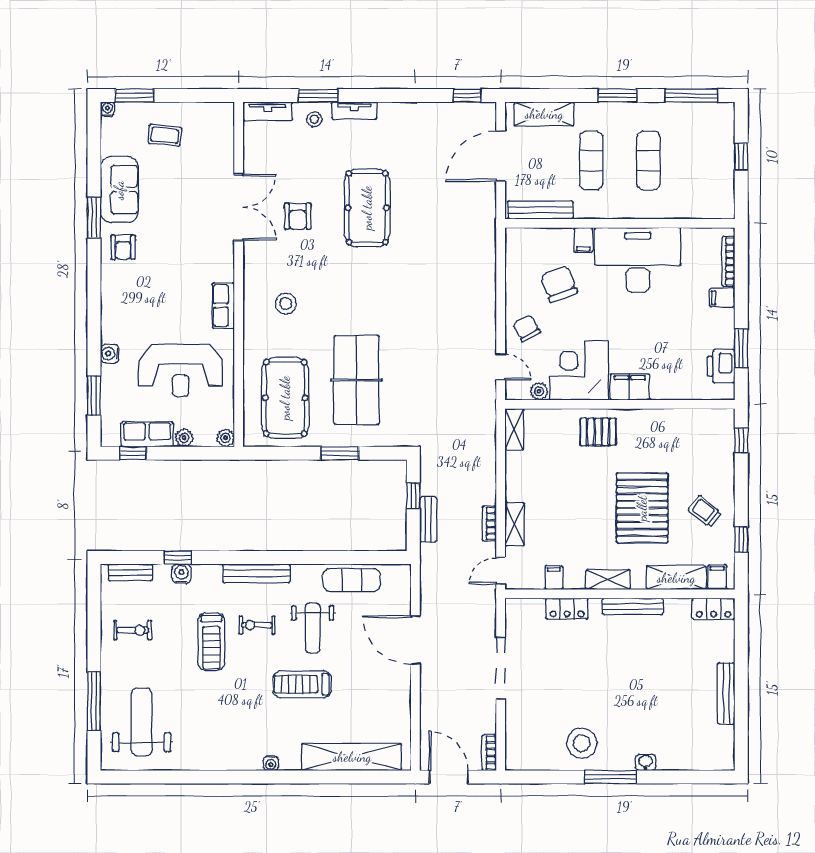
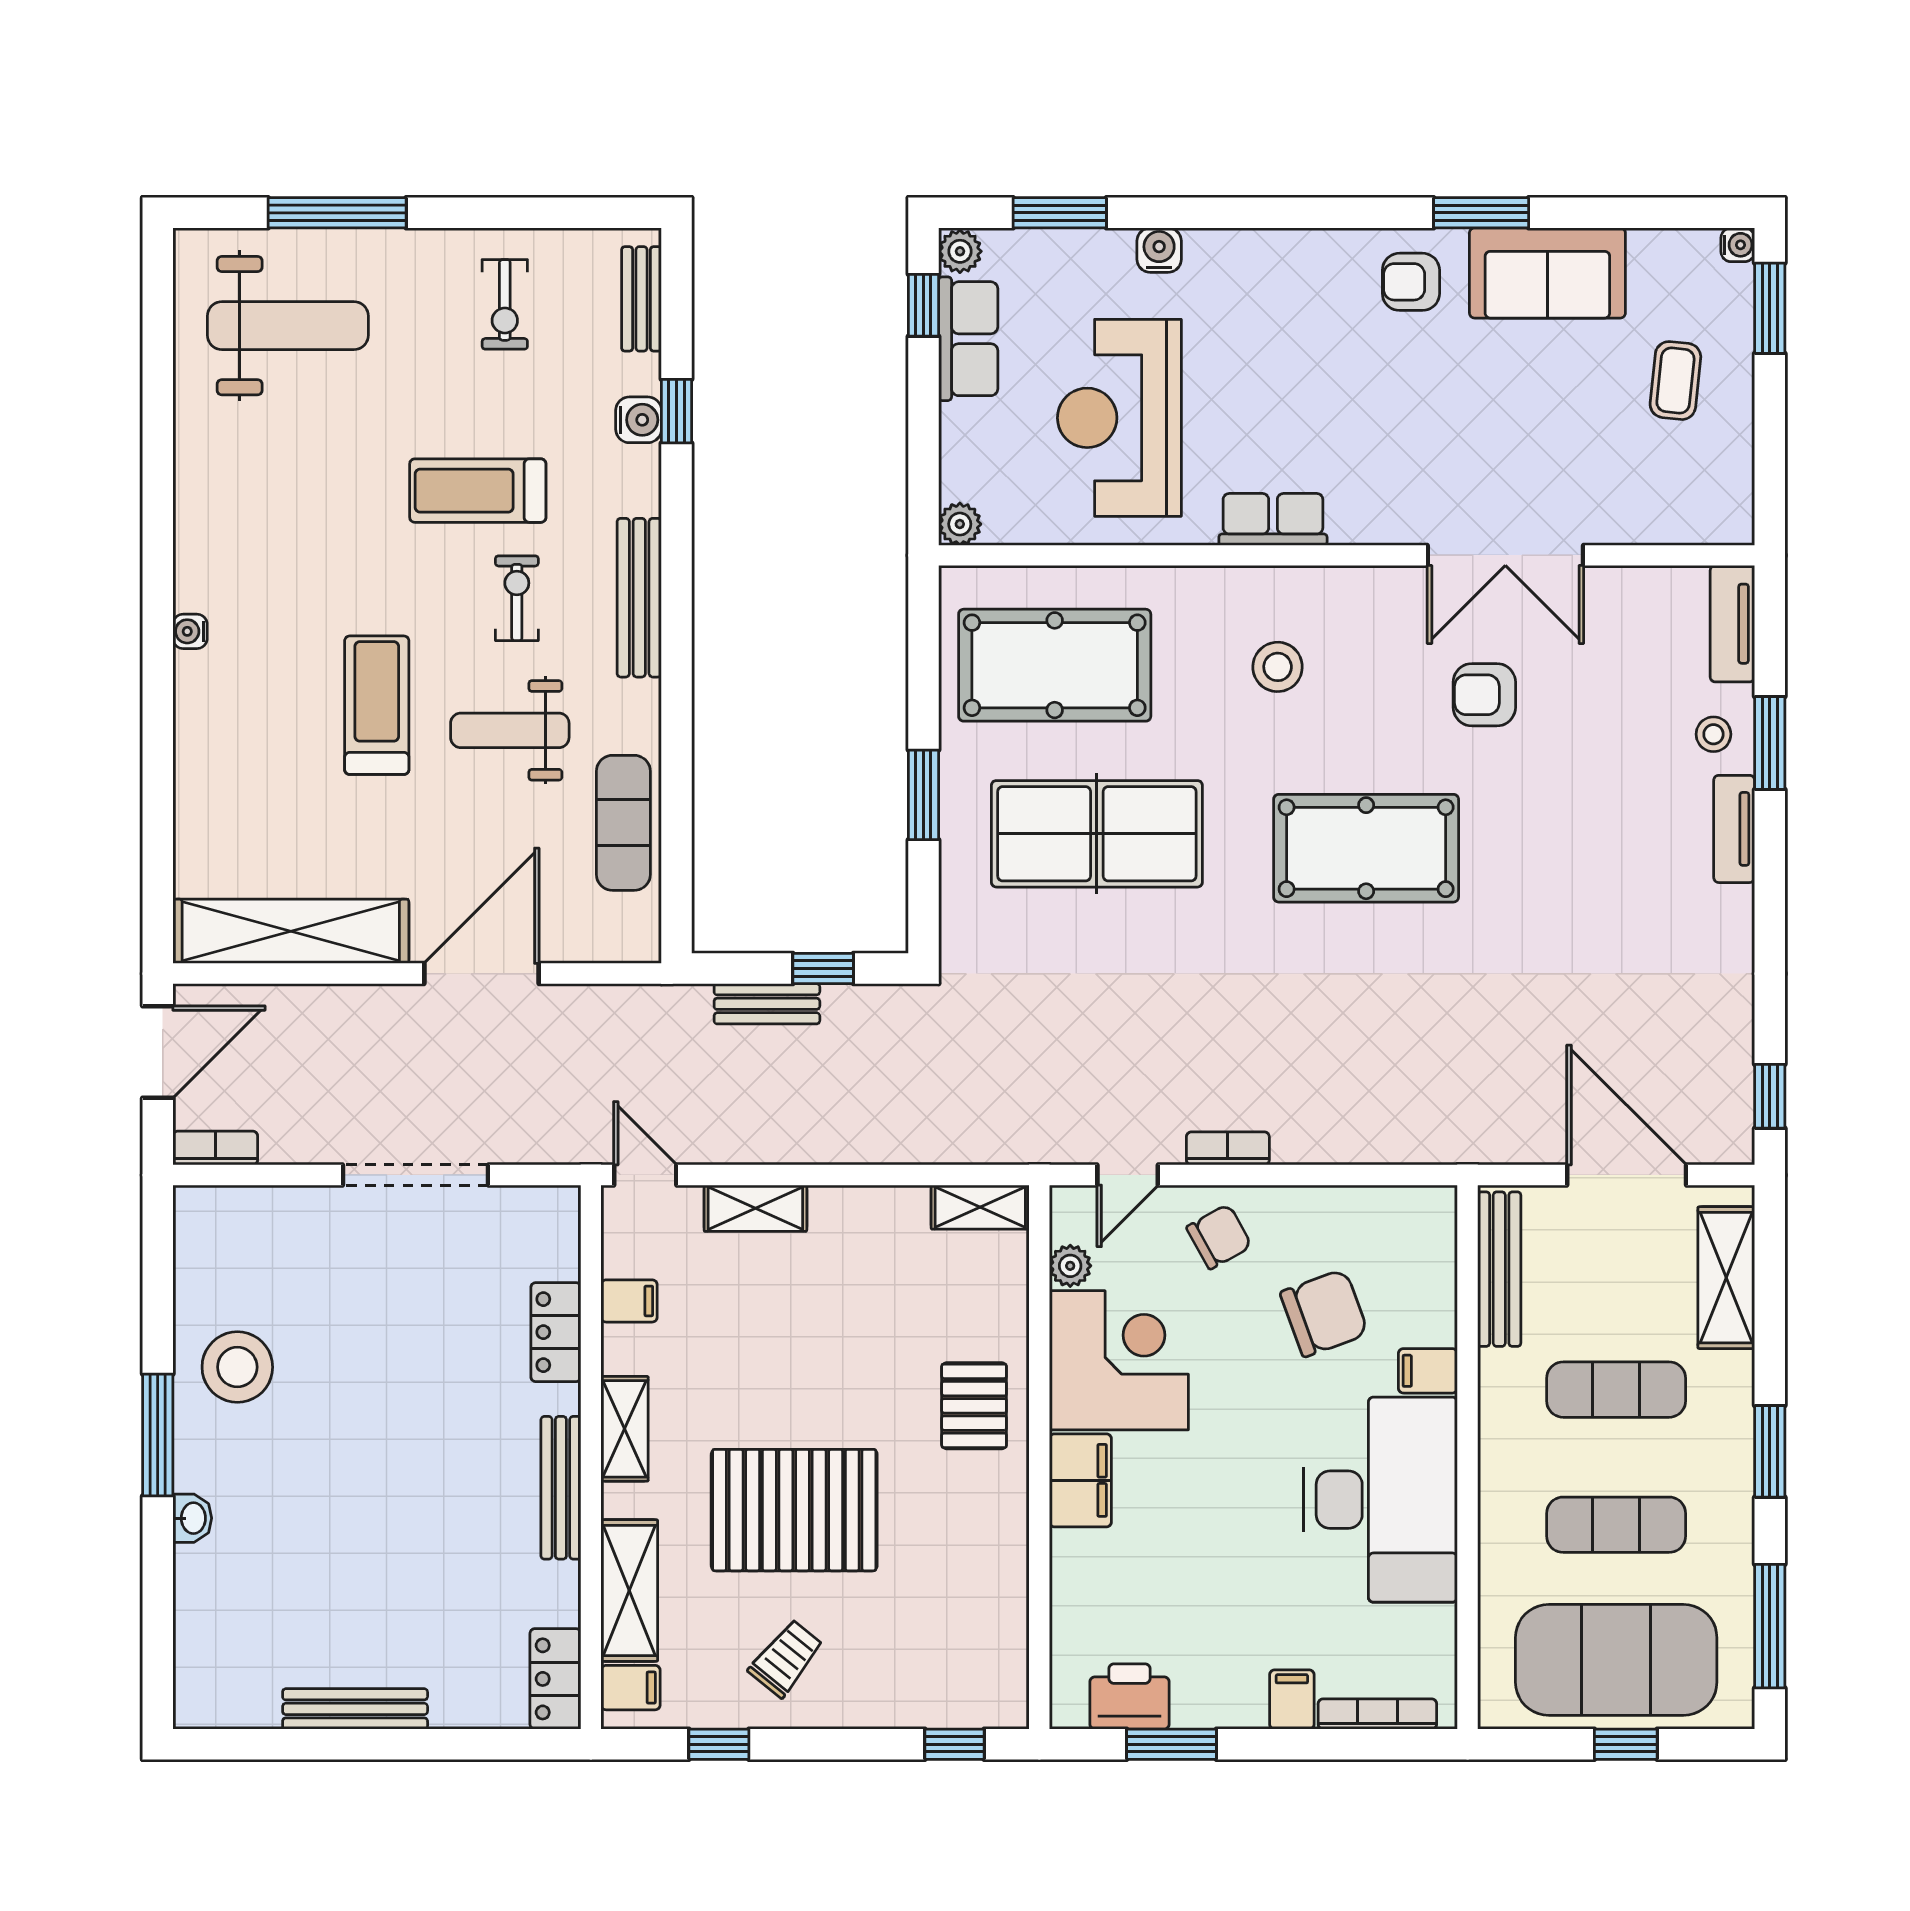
exercise mat: (706, 160) -> (1616, 1660), added
pool table: (367, 208) -> (1366, 848), moved
plant: (184, 438) -> (960, 251), moved
bookcase: (489, 523) -> (1228, 1148), moved
shelving: (352, 757) -> (291, 931), moved, turned 90

